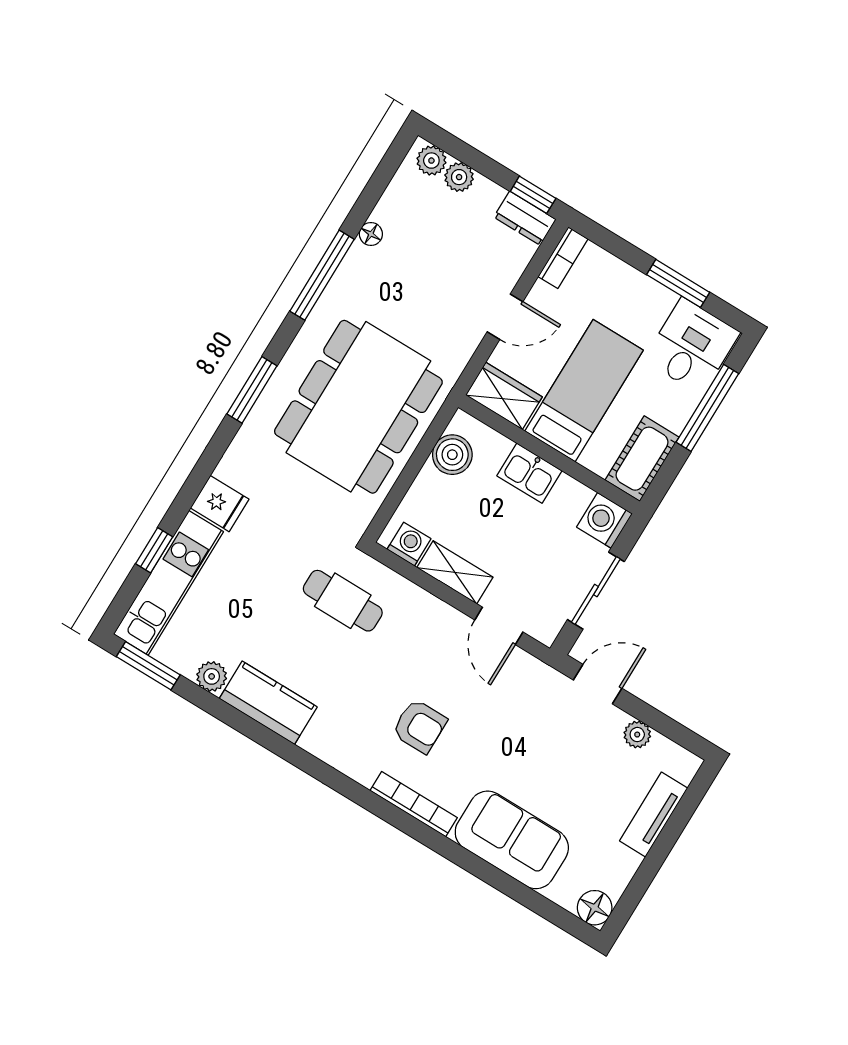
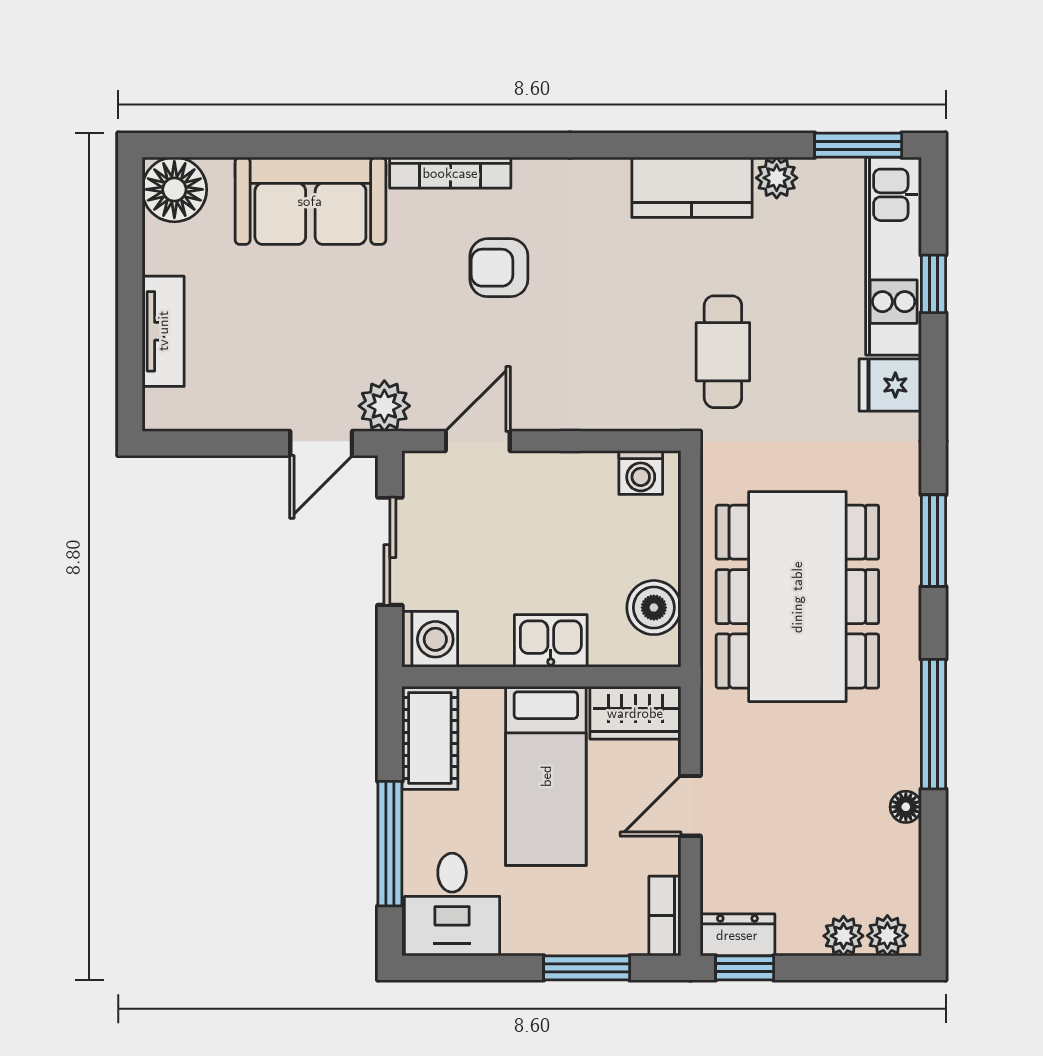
window: (678, 283) -> (587, 968), moved
shelving: (455, 572) -> (567, 472), removed
cafe table: (343, 601) -> (723, 352), moved, turned 90
door: (499, 626) -> (478, 441), hinge flipped
plant: (637, 735) -> (384, 406), moved, width x1.38, depth x1.38
floor lamp: (595, 908) -> (174, 189), width x1.38, depth x1.38

